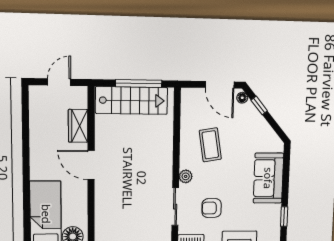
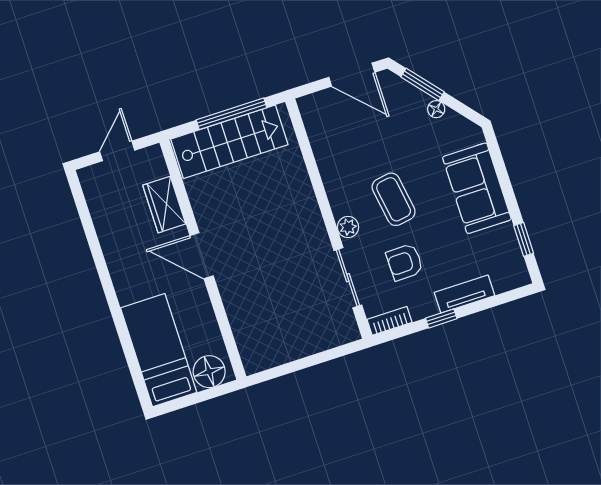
floor lamp: (242, 98) -> (436, 109), moved
window: (259, 105) -> (422, 84), width x1.50
coffee table: (210, 145) -> (394, 199), moved

